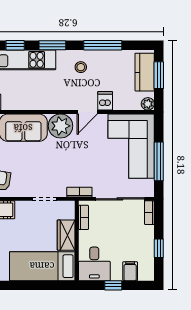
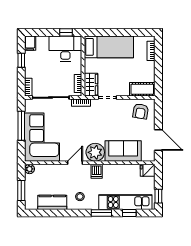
window: (103, 45) -> (63, 213), removed
kitchen counter: (145, 72) -> (52, 202), moved, turned -90
dishwasher: (105, 101) -> (97, 171), moved
wardrobe: (66, 235) -> (91, 85), moved
desk: (94, 264) -> (65, 49), width x1.37
filing cabinet: (130, 271) -> (30, 43), moved
window: (113, 285) -> (66, 32), moved

